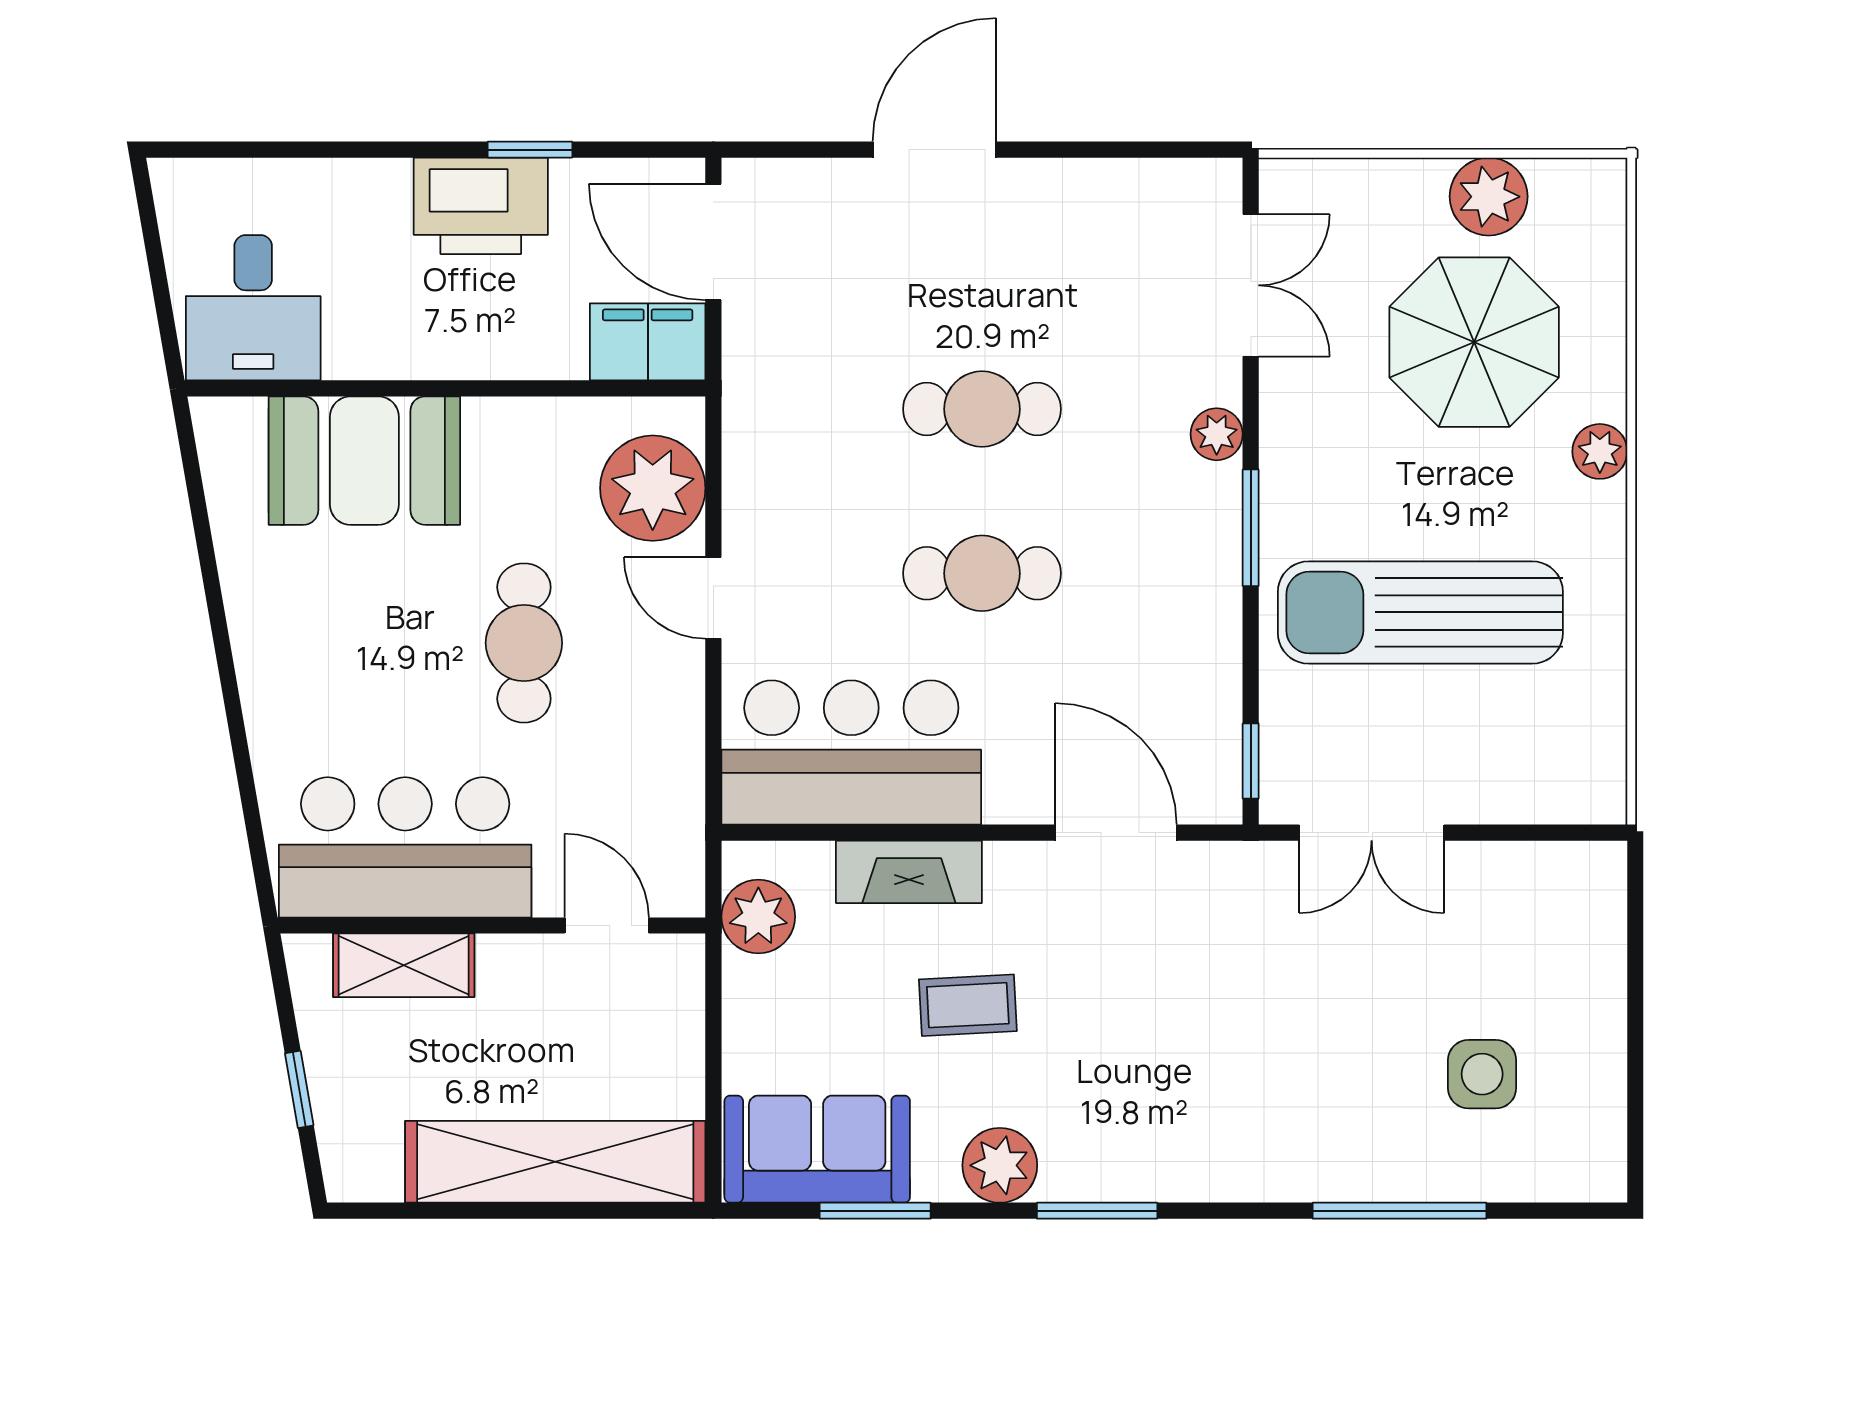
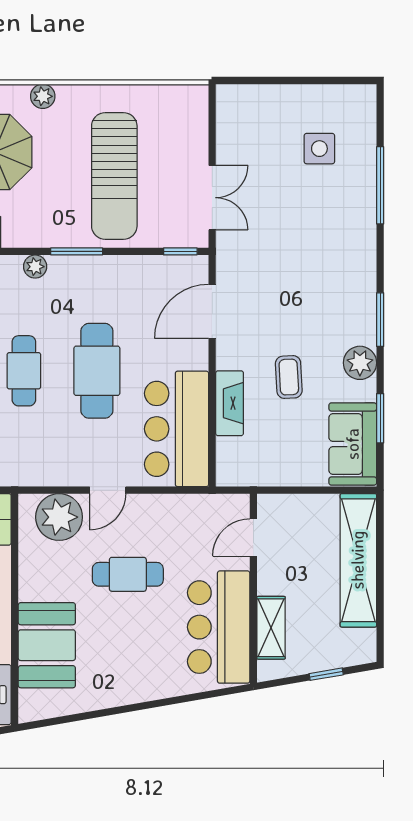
cafe table: (982, 573) -> (97, 371), width x1.37, depth x1.35
plant: (758, 917) -> (249, 470), removed

